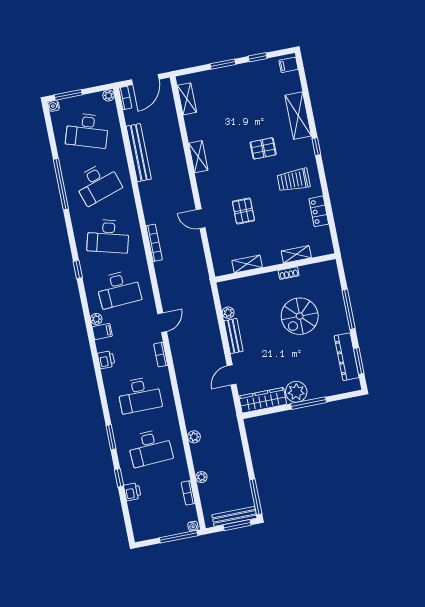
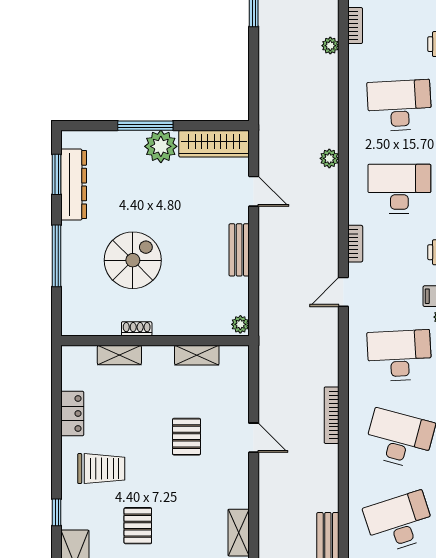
pallet: (263, 148) -> (138, 526), turned 90
plant: (228, 313) -> (240, 324), moved
door: (232, 375) -> (254, 191), hinge flipped
plant: (194, 437) -> (329, 158), moved

